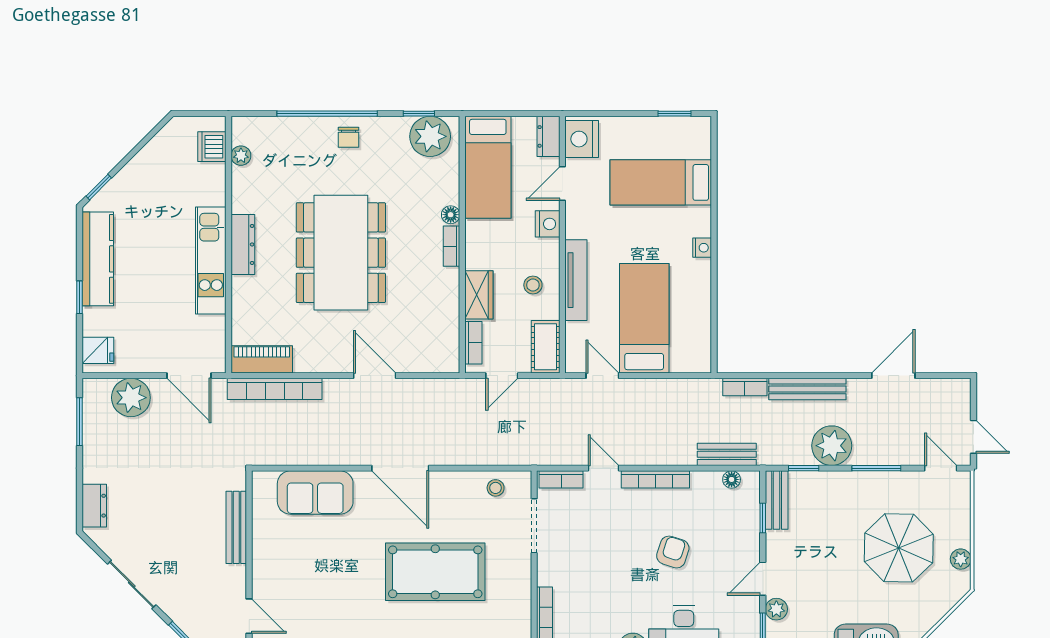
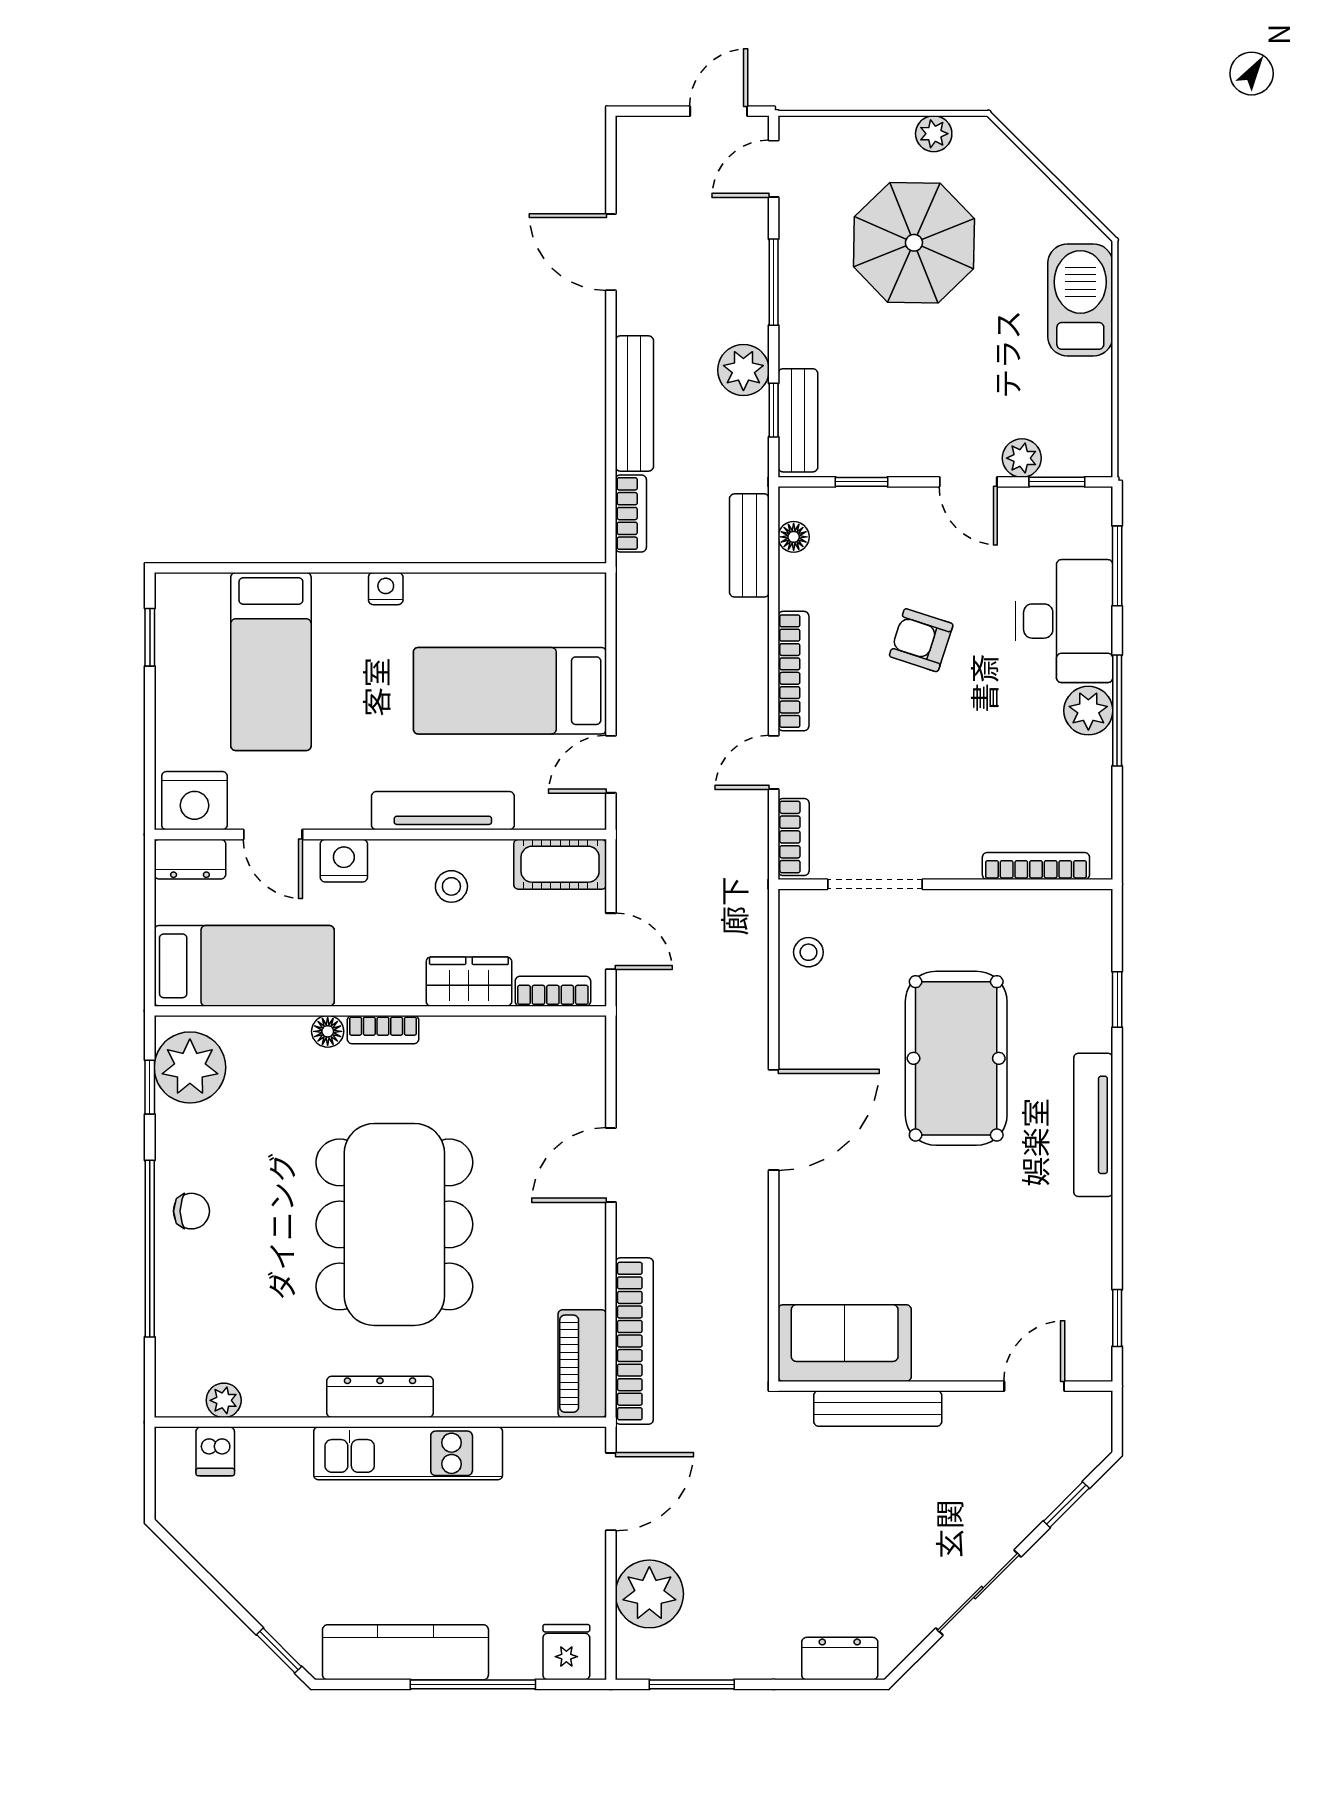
dishwasher: (212, 147) -> (215, 1451), width x0.73
dining table: (341, 253) -> (394, 1224), turned 90
window: (79, 297) -> (473, 1684), width x2.17
plant: (832, 446) -> (743, 370), width x0.73, depth x0.73
sofa: (315, 493) -> (845, 1343), moved, turned -90
bench: (777, 500) -> (798, 420), moved, turned 90

